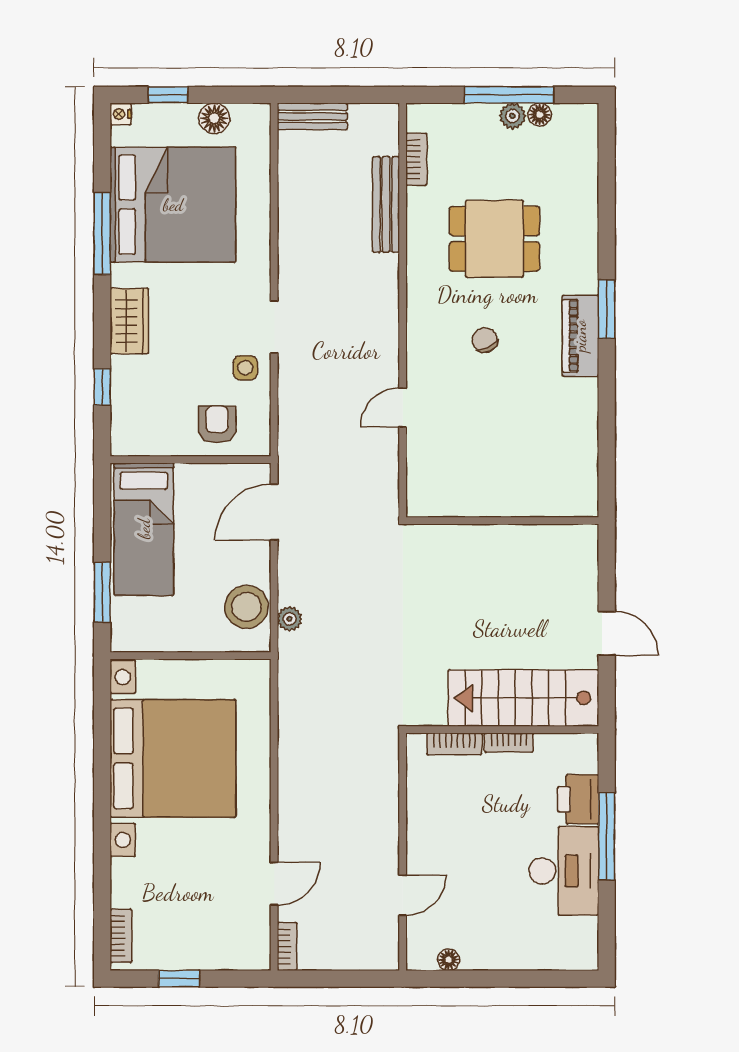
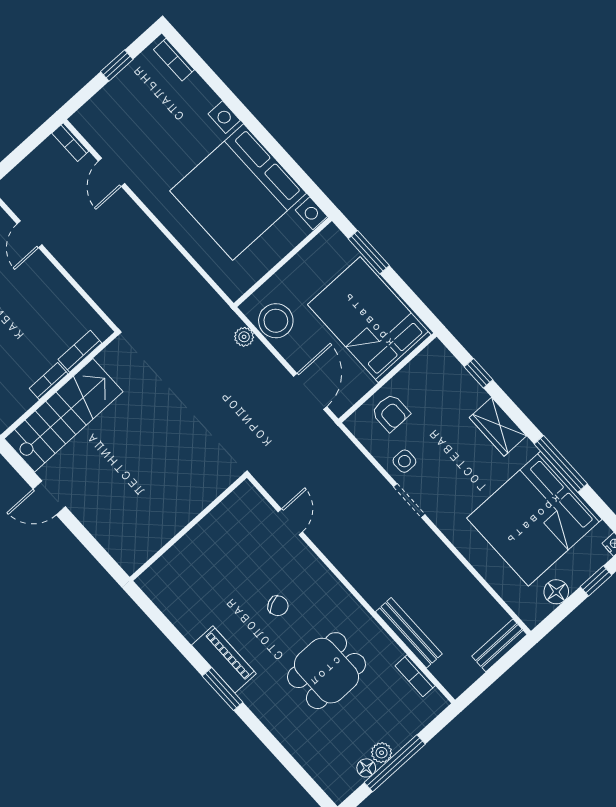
wall: (502, 521) -> (188, 527), moved
bed: (144, 529) -> (369, 320), width x1.50

